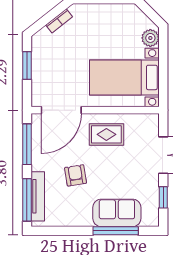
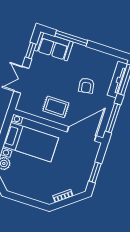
sofa: (117, 213) -> (54, 46), moved

